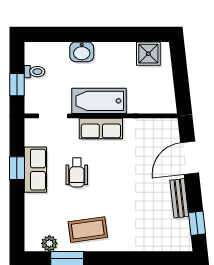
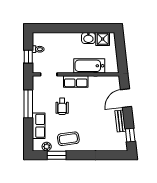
washbasin: (82, 52) -> (88, 38), moved
bathtub: (99, 101) -> (89, 66), moved
window: (17, 168) -> (28, 104), width x2.17
row of seats: (35, 170) -> (39, 126), moved

